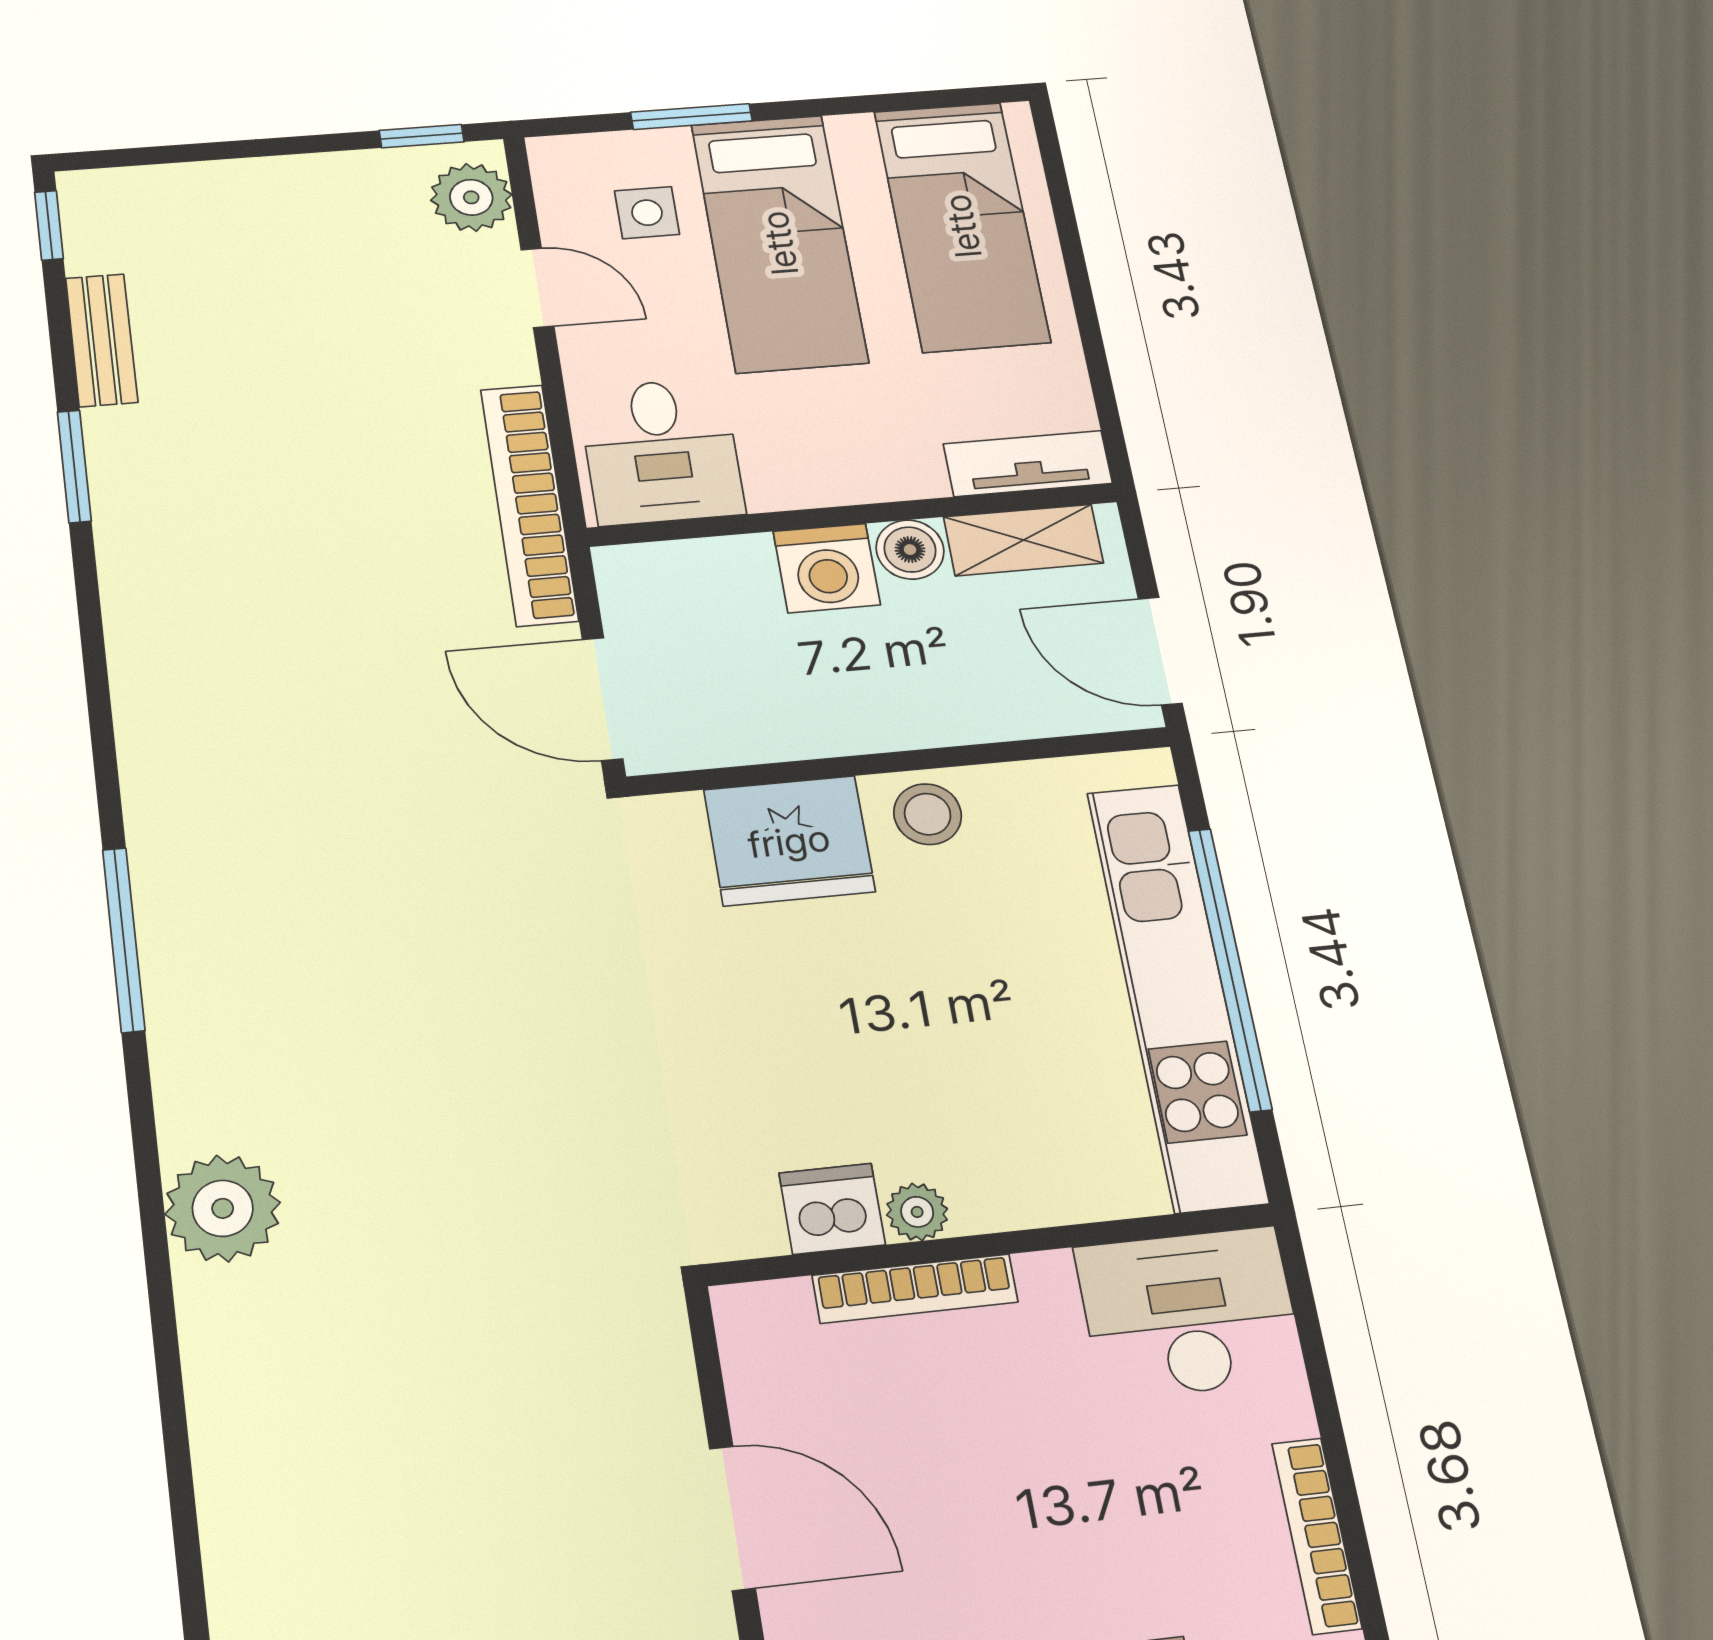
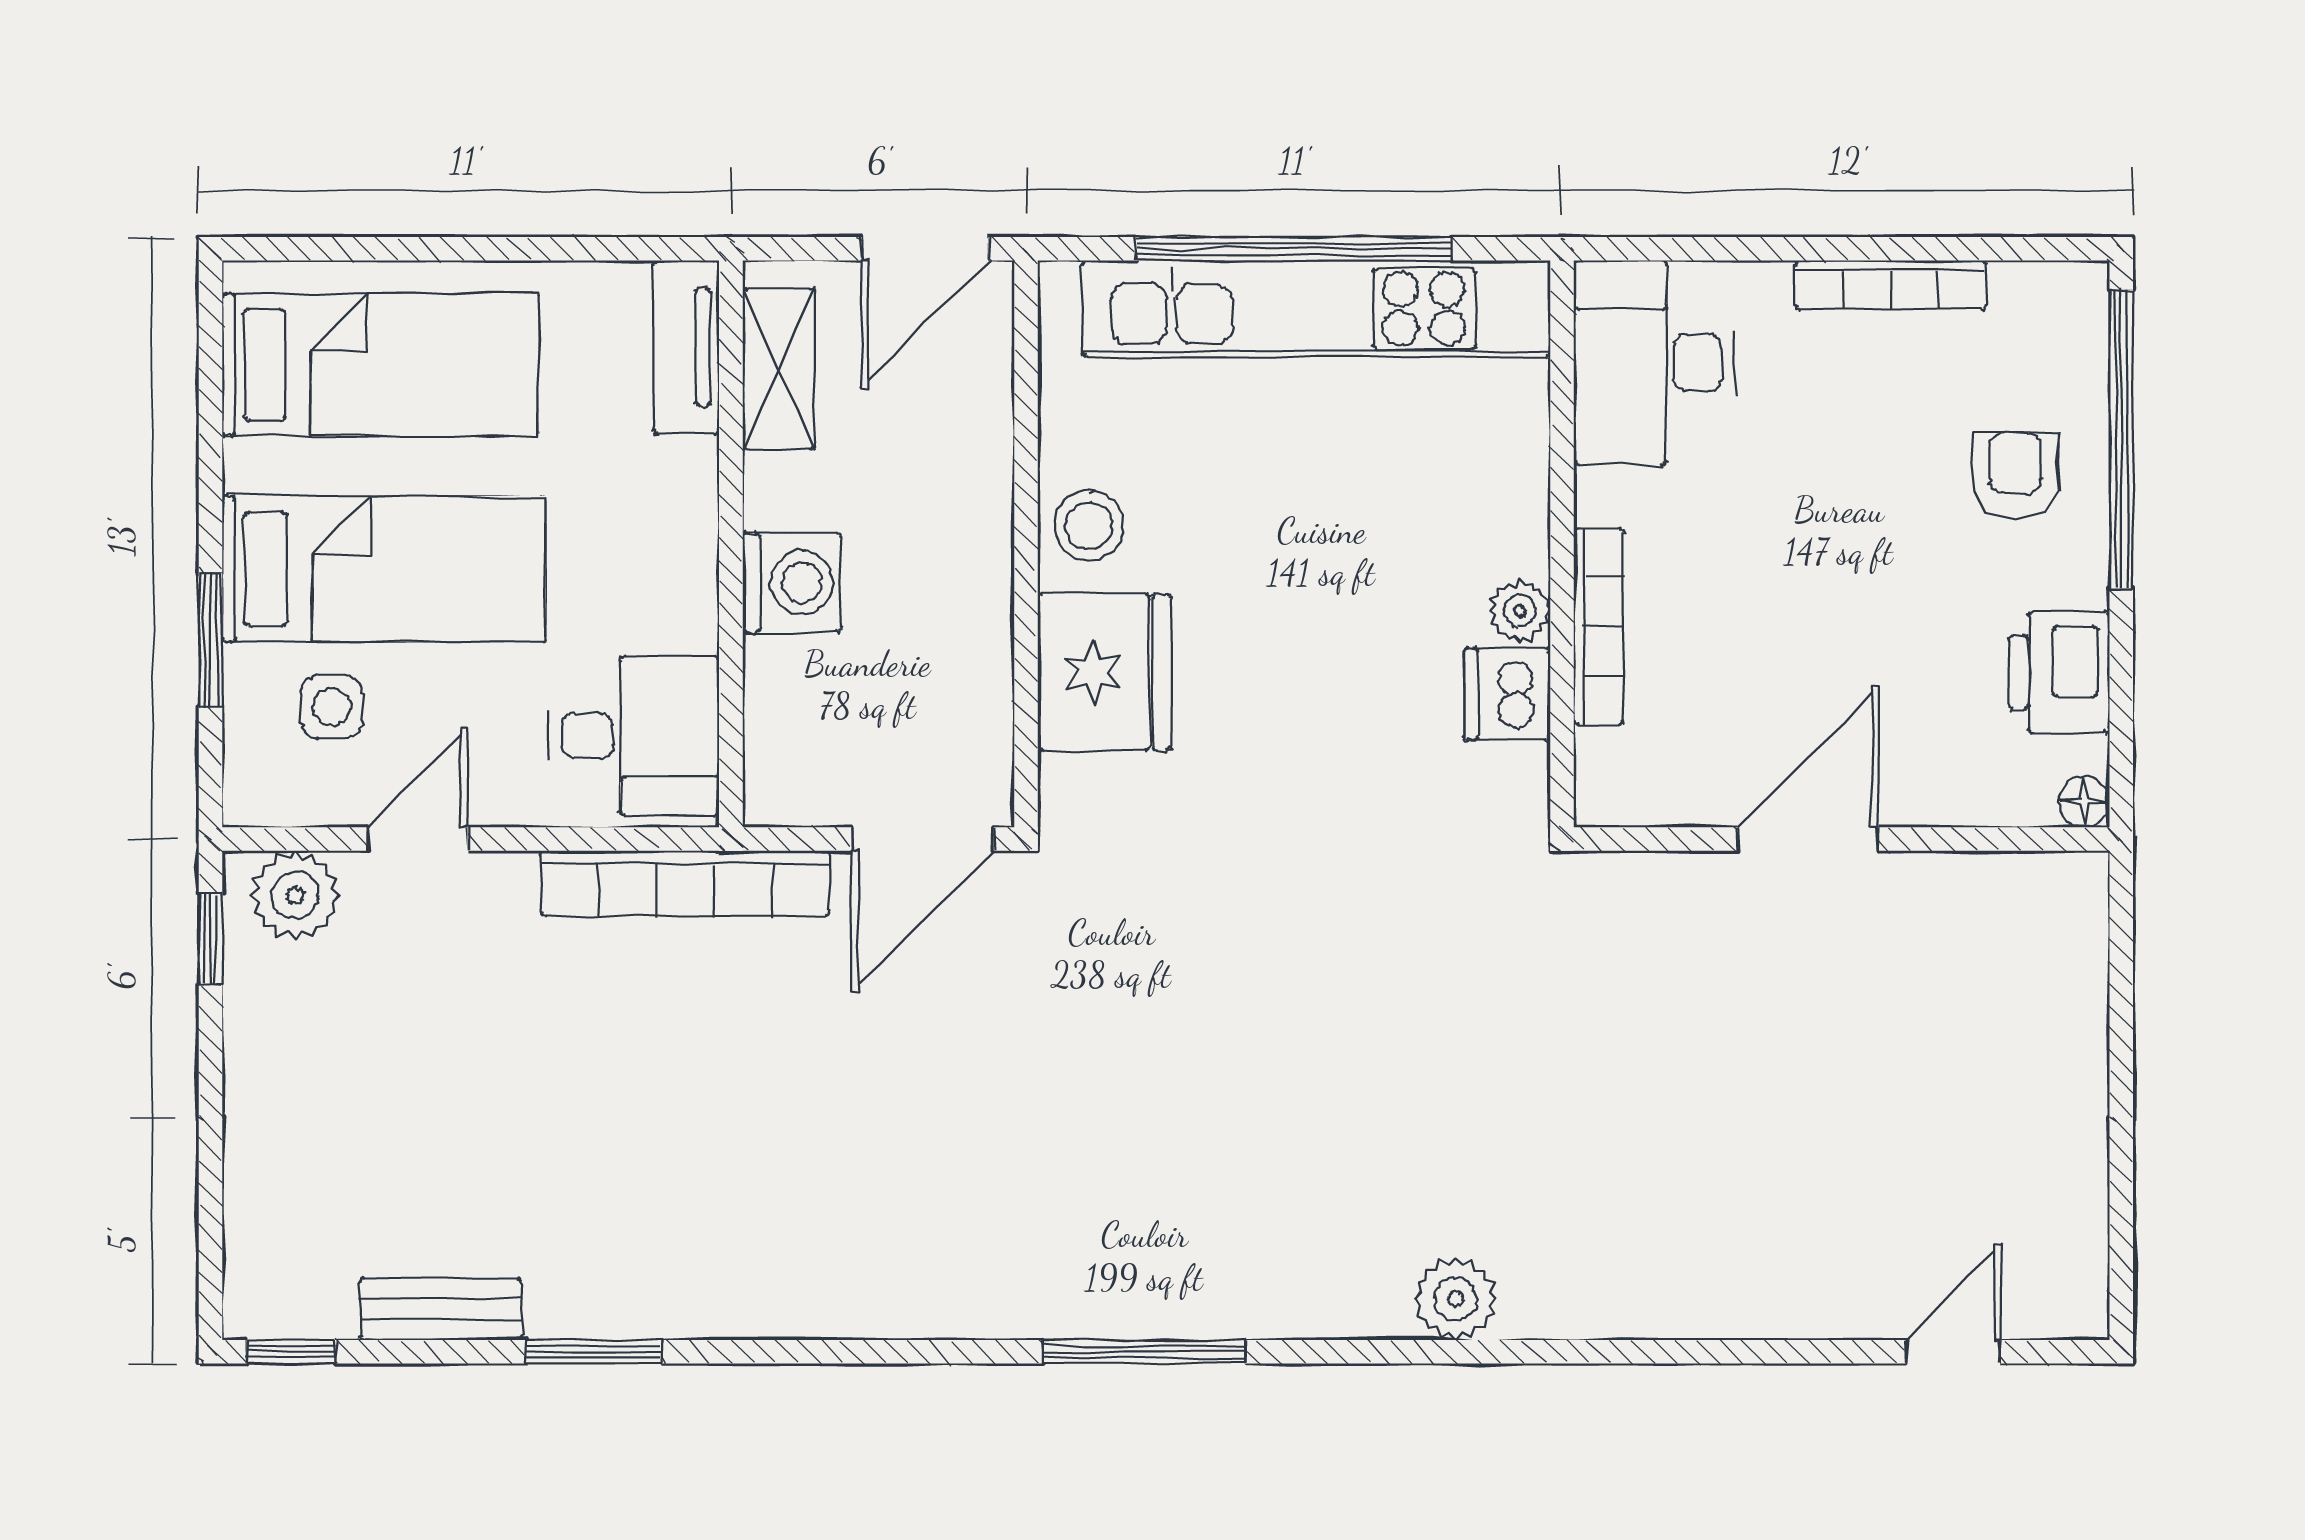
boiler: (910, 550) -> (778, 491), removed
plant: (223, 1208) -> (1456, 1299), width x0.73, depth x0.73

